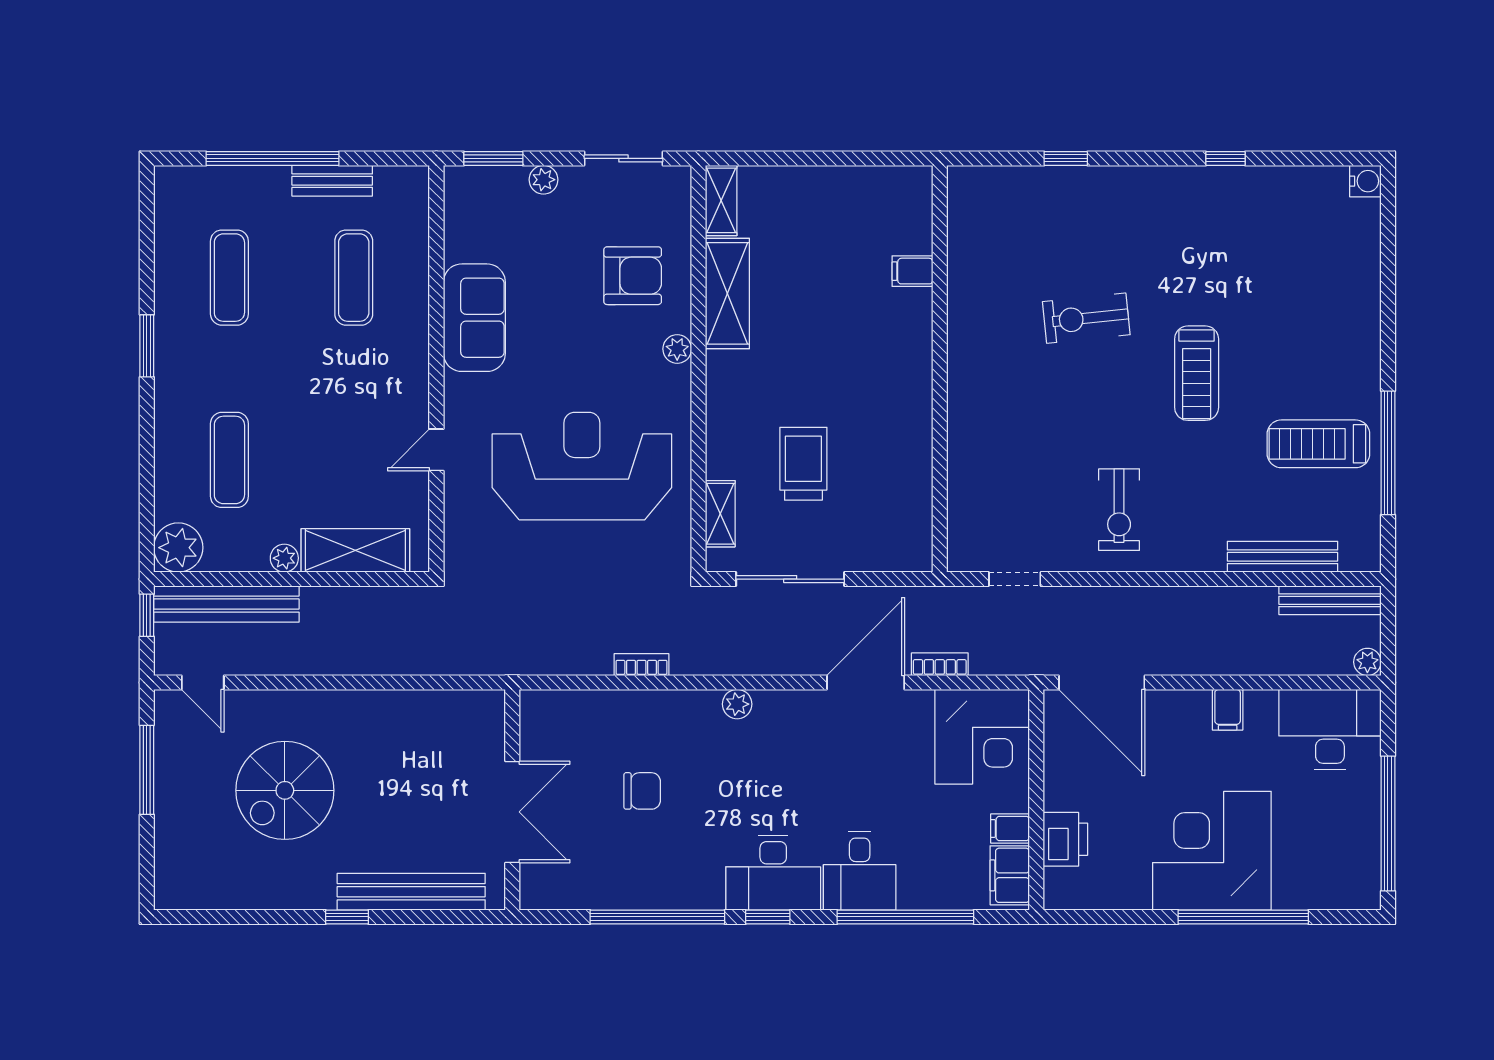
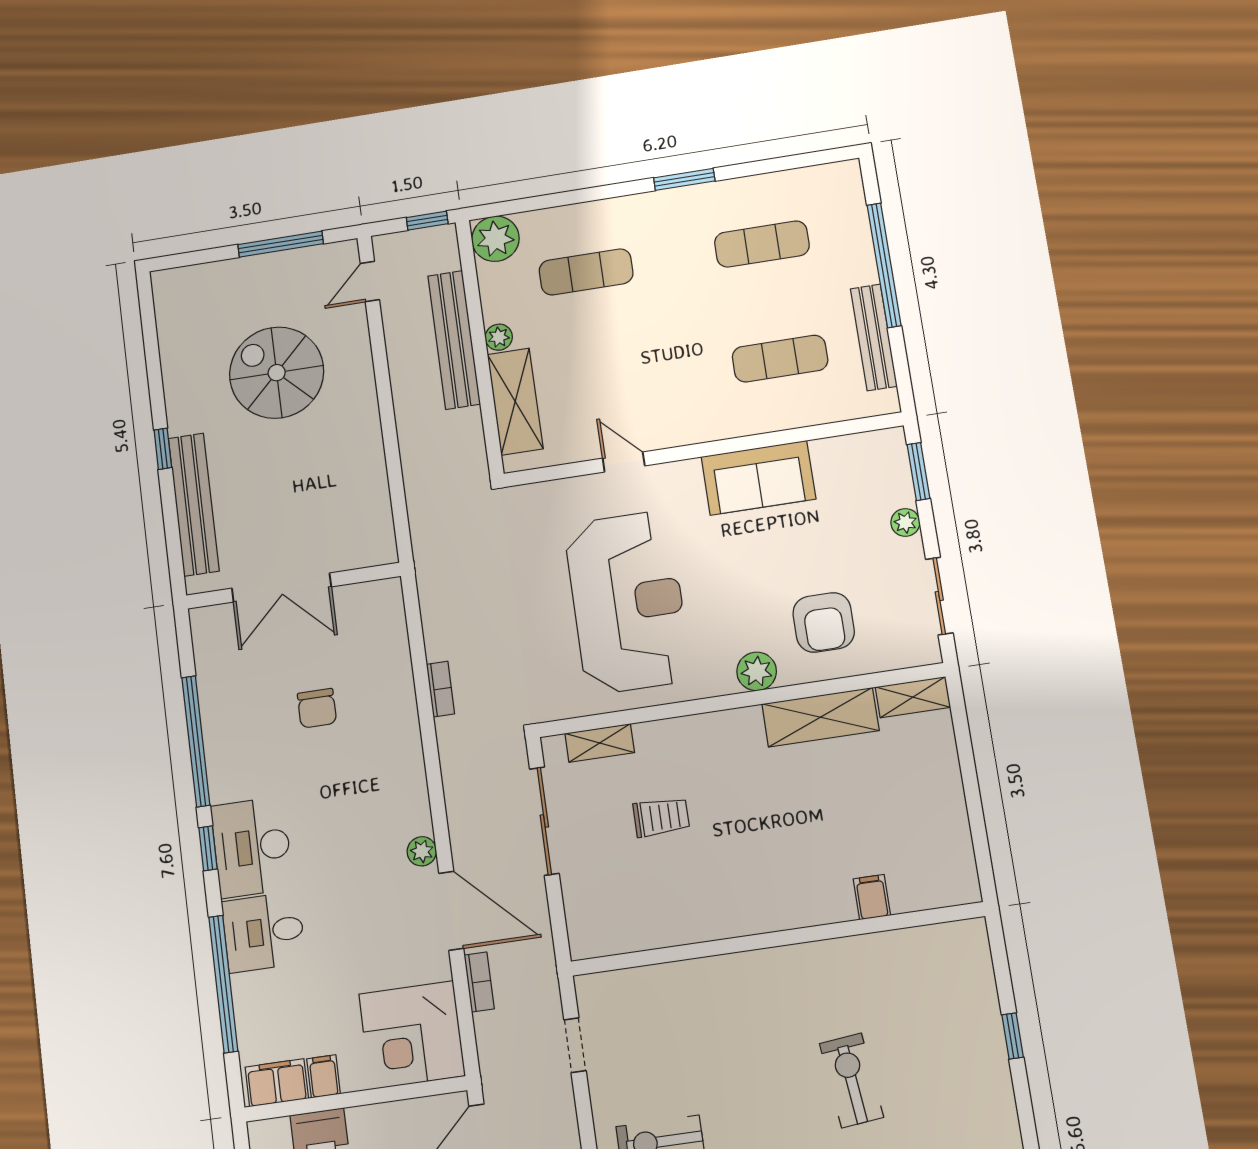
bench: (332, 181) -> (874, 337), width x1.36
plant: (677, 349) -> (757, 671), width x1.38, depth x1.38
trolley: (803, 464) -> (661, 817), width x0.73, depth x0.72
bench: (226, 604) -> (454, 340), moved
plant: (737, 704) -> (422, 851), moved

